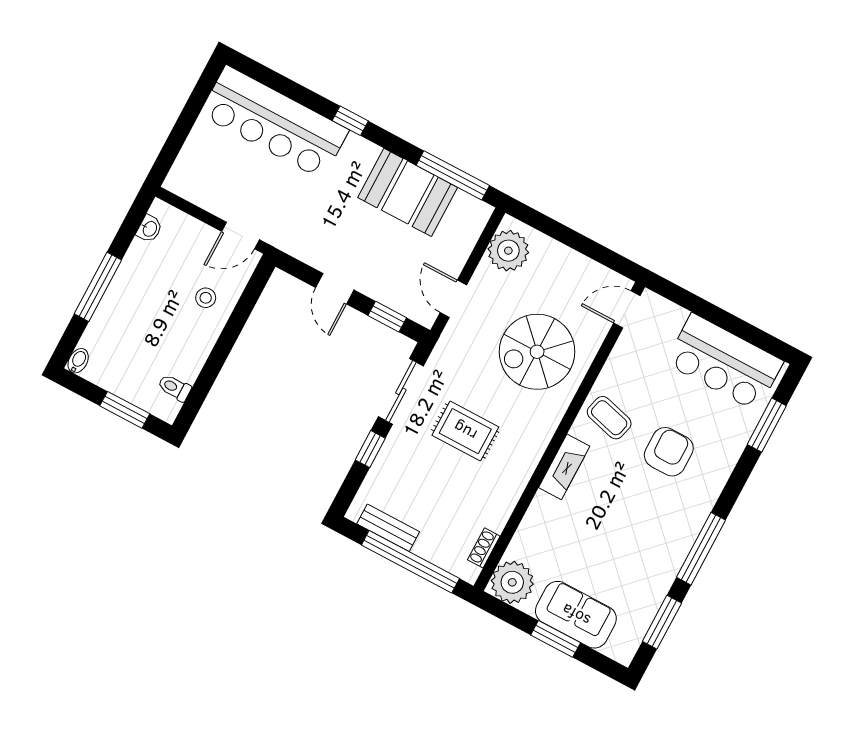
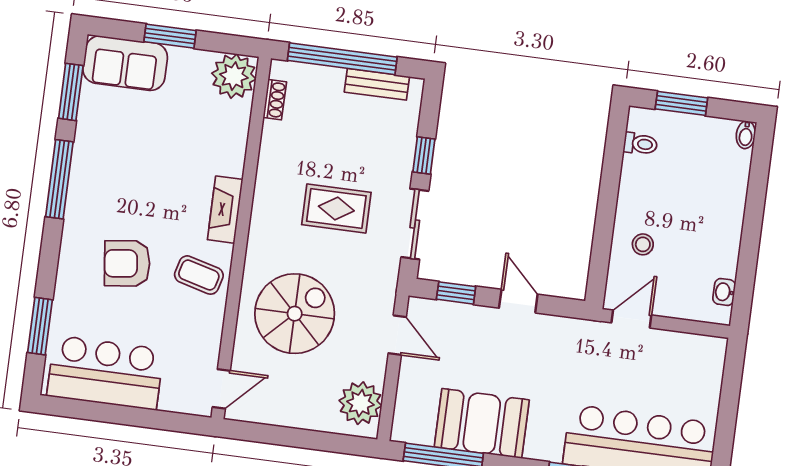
window: (98, 287) -> (754, 215), removed
armchair: (669, 452) -> (127, 263), turned 83
sofa: (576, 615) -> (125, 63), moved

